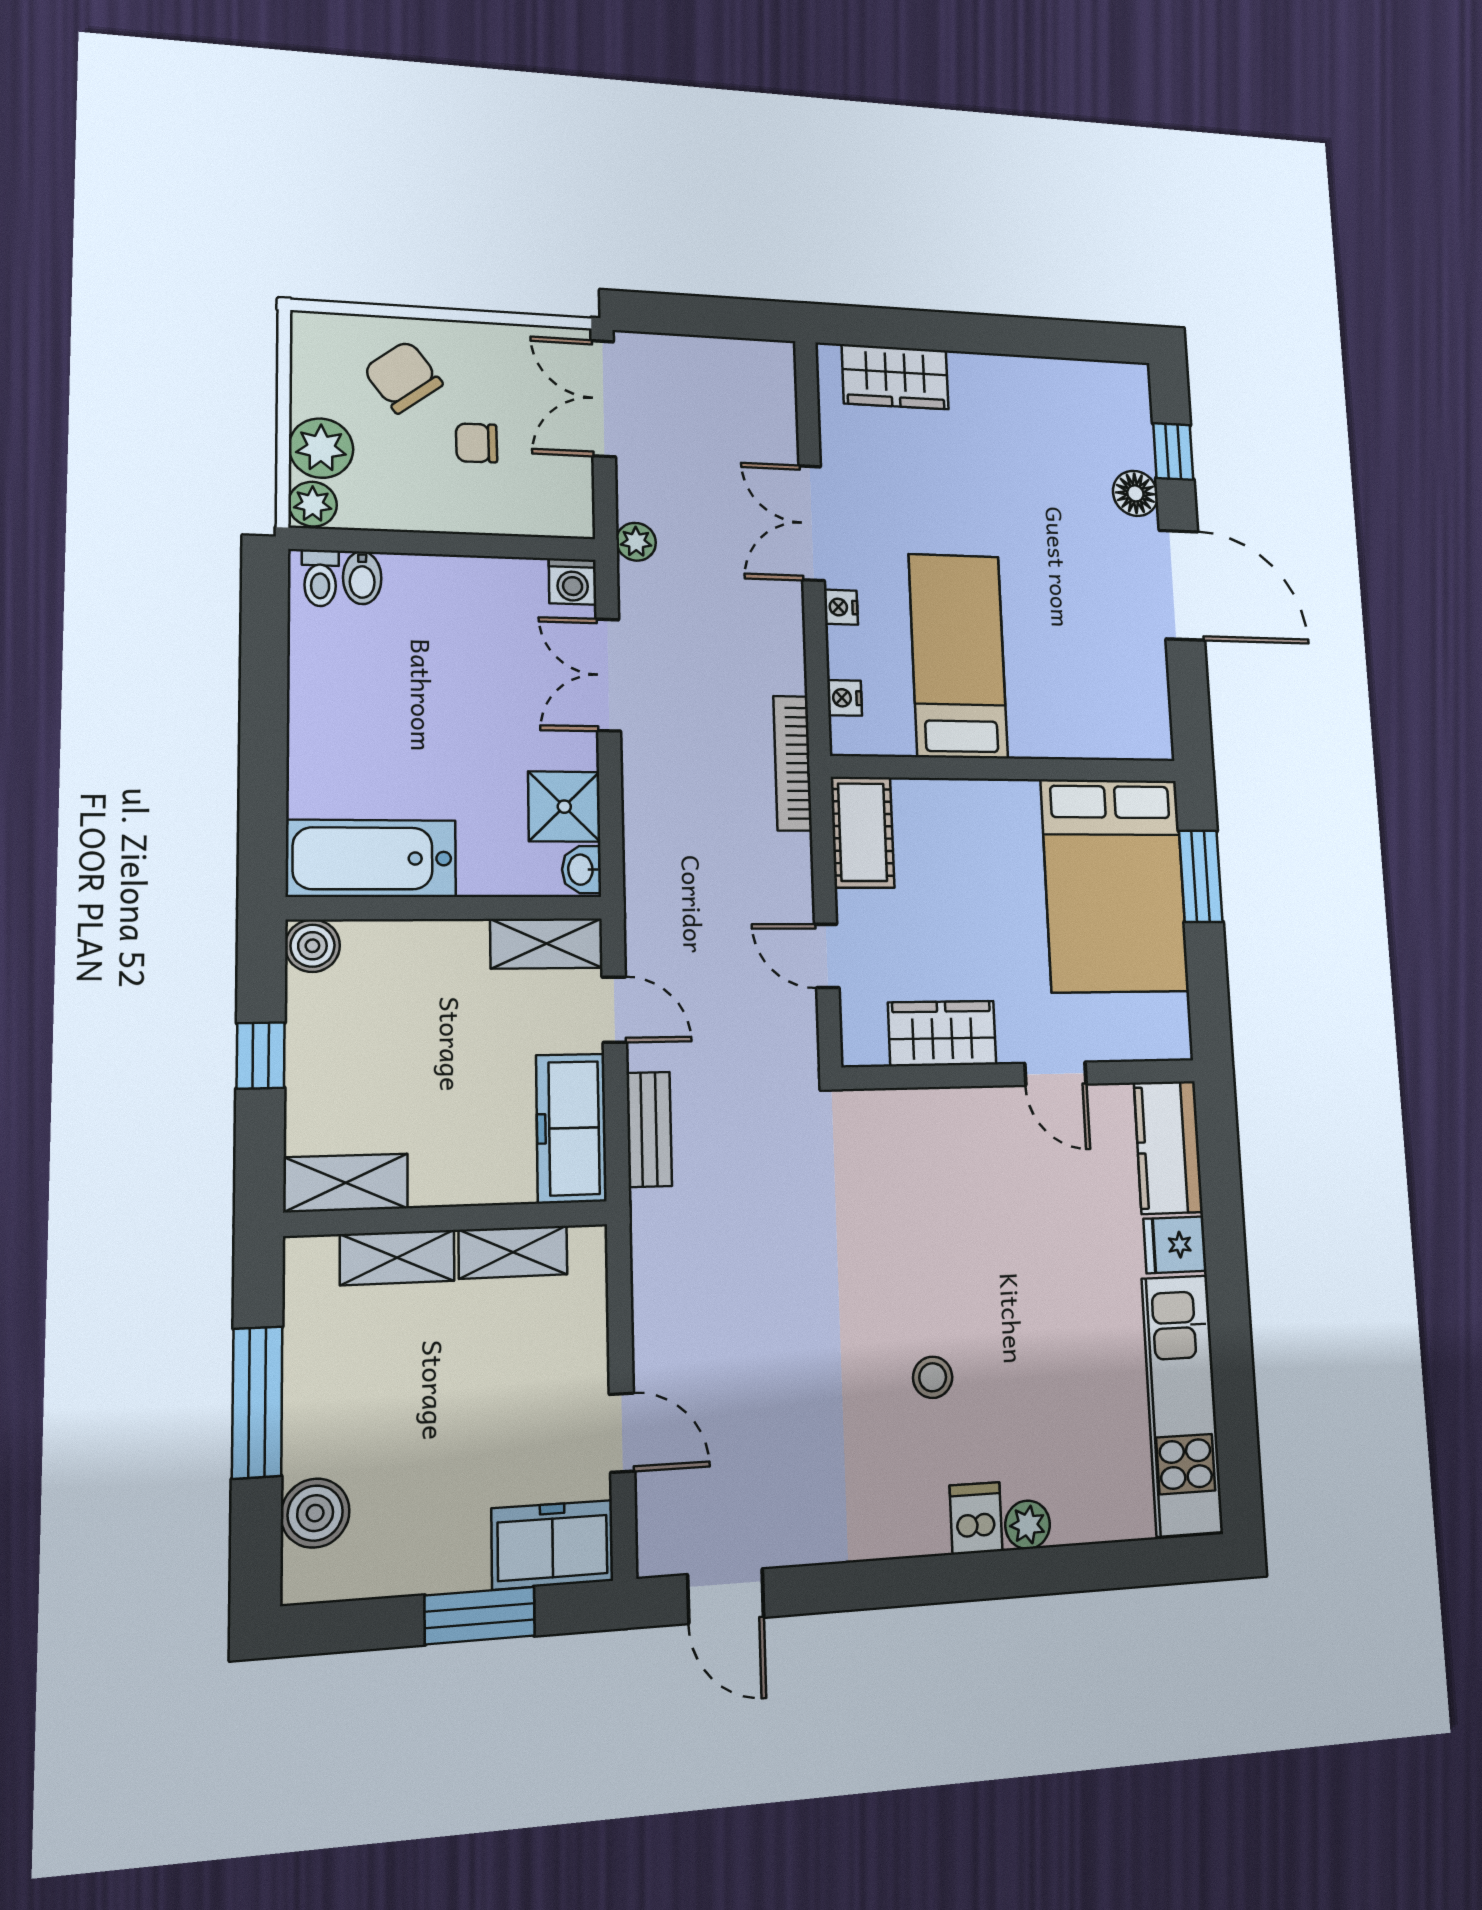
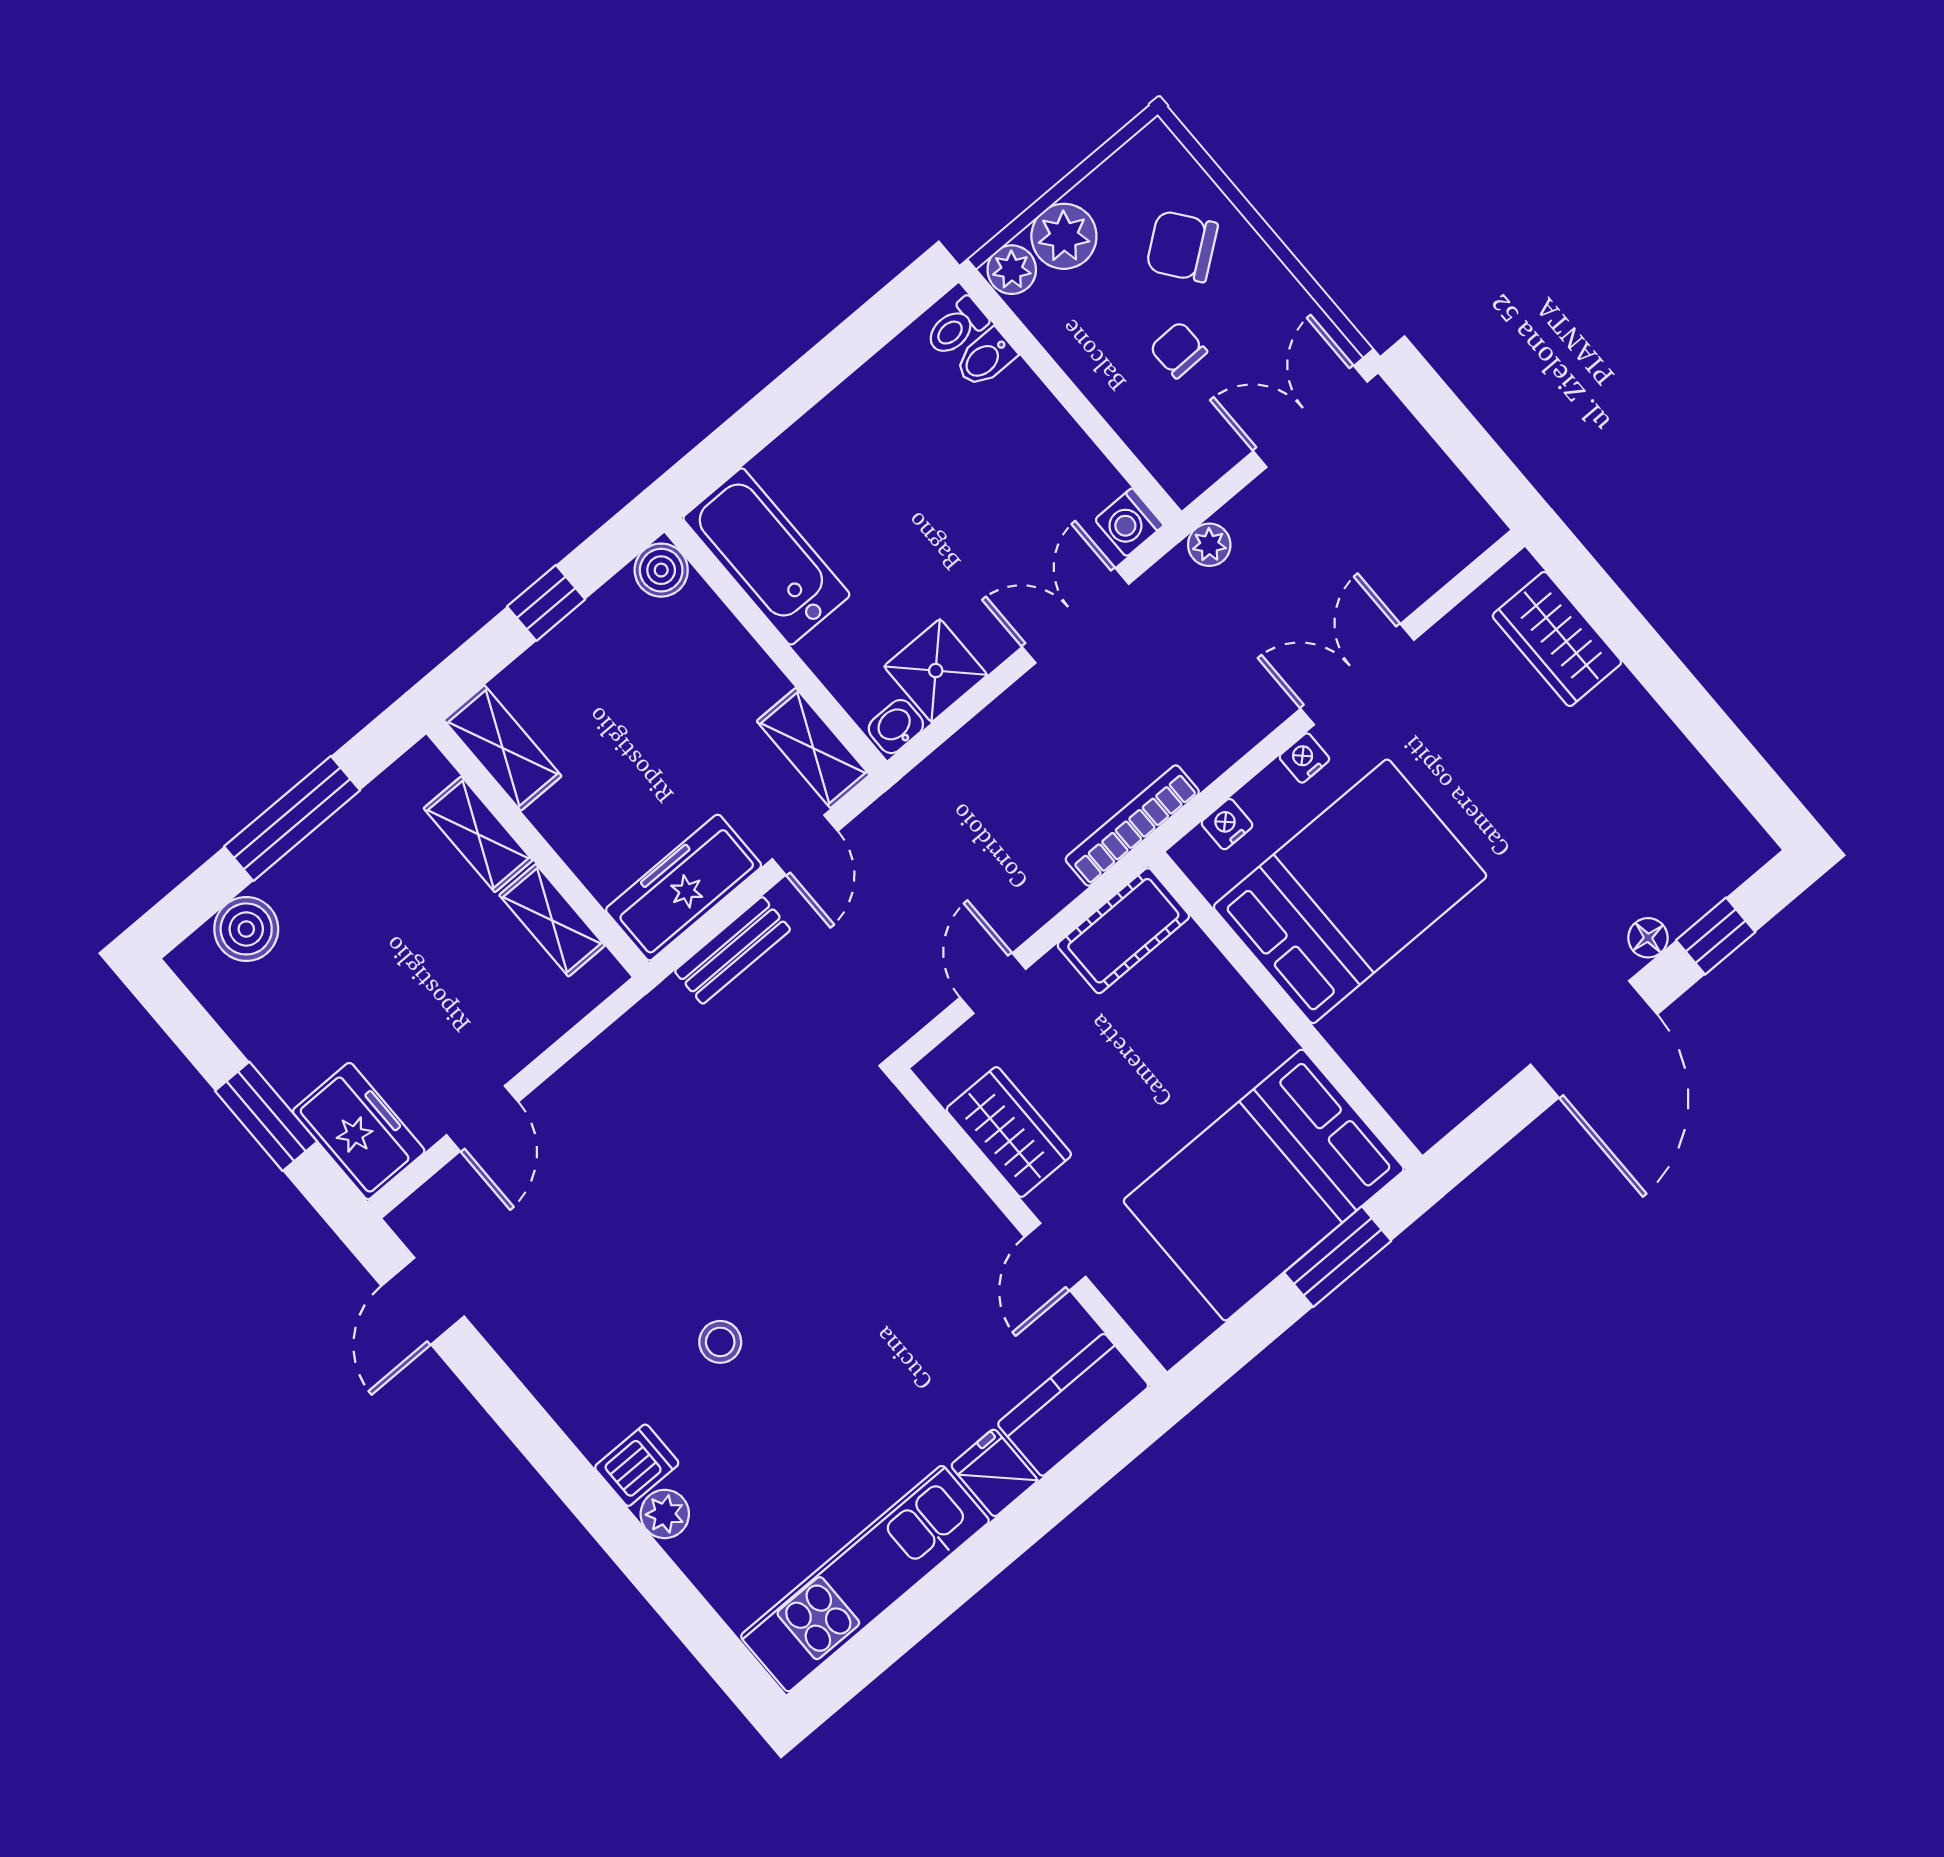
chair: (403, 377) -> (1182, 246), turned -90
floor lamp: (1135, 493) -> (1648, 938), width x0.73, depth x0.73
bed: (958, 656) -> (1350, 891), width x1.50

